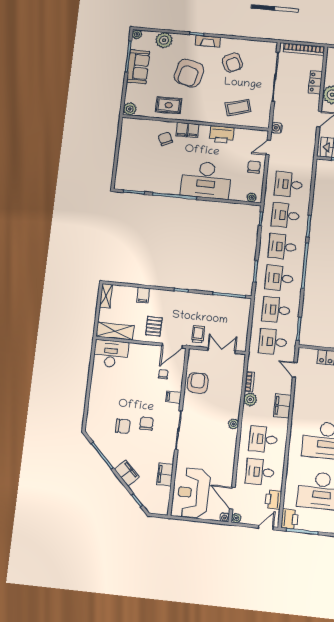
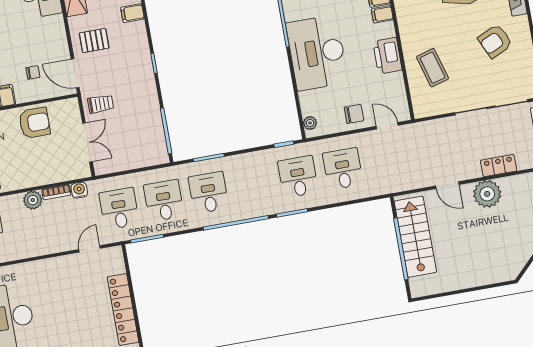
water cooler: (277, 128) -> (79, 190), moved
desk: (282, 247) -> (253, 185), removed
filing cabinet: (282, 406) -> (36, 246), removed

